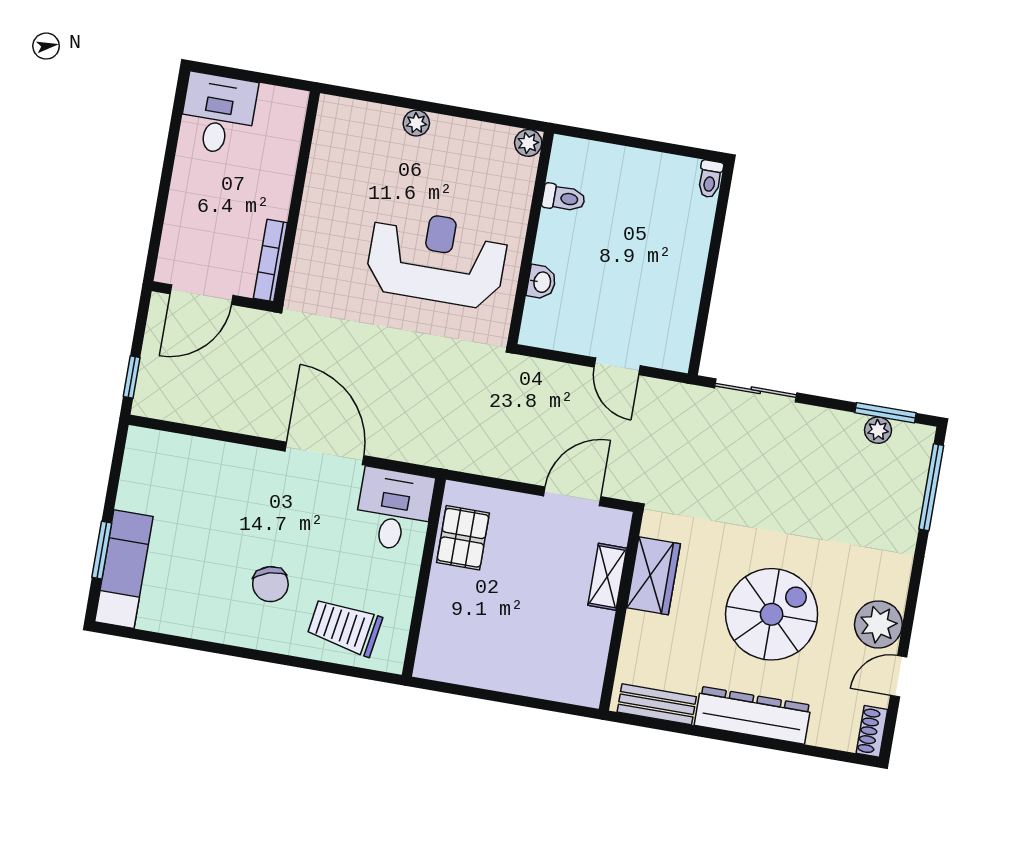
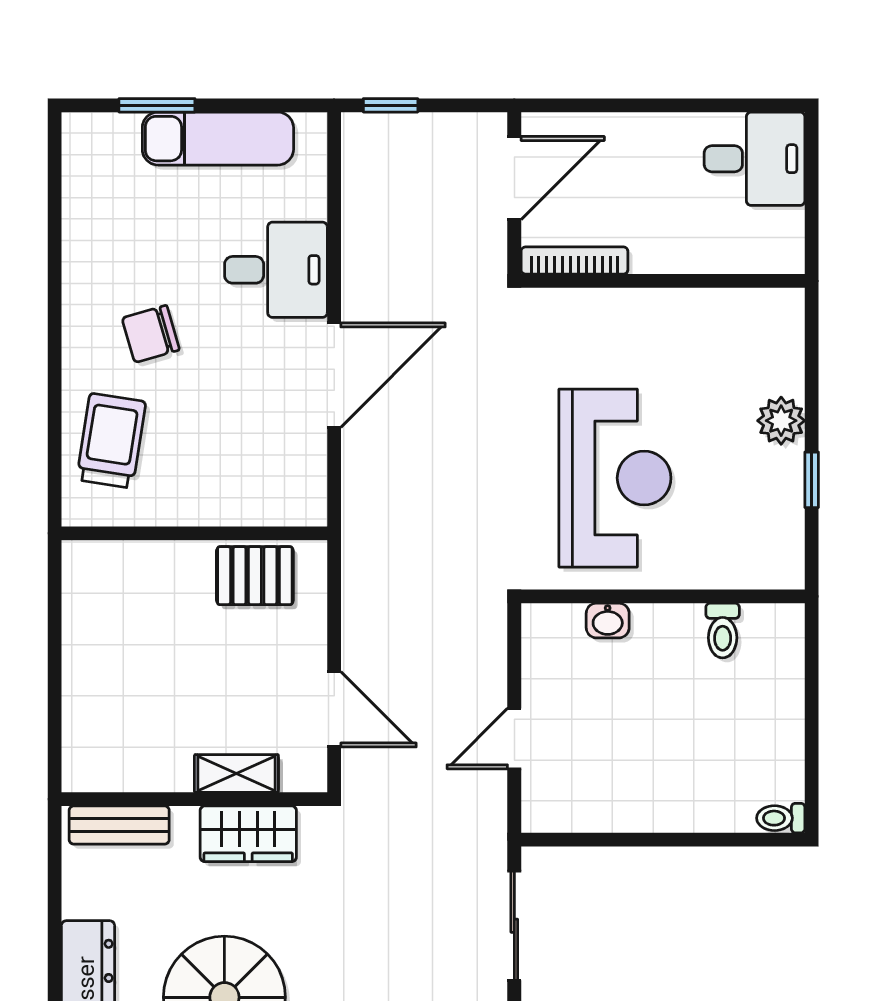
window: (463, 113) -> (812, 480), added
plant: (416, 123) -> (781, 421), width x1.38, depth x1.38
plant: (528, 143) -> (787, 572), removed
door: (202, 295) -> (514, 178), swing flipped
desk: (394, 510) -> (276, 270), moved
exam couch: (124, 569) -> (218, 139), moved
bench: (657, 704) -> (119, 825), moved, turned 90

